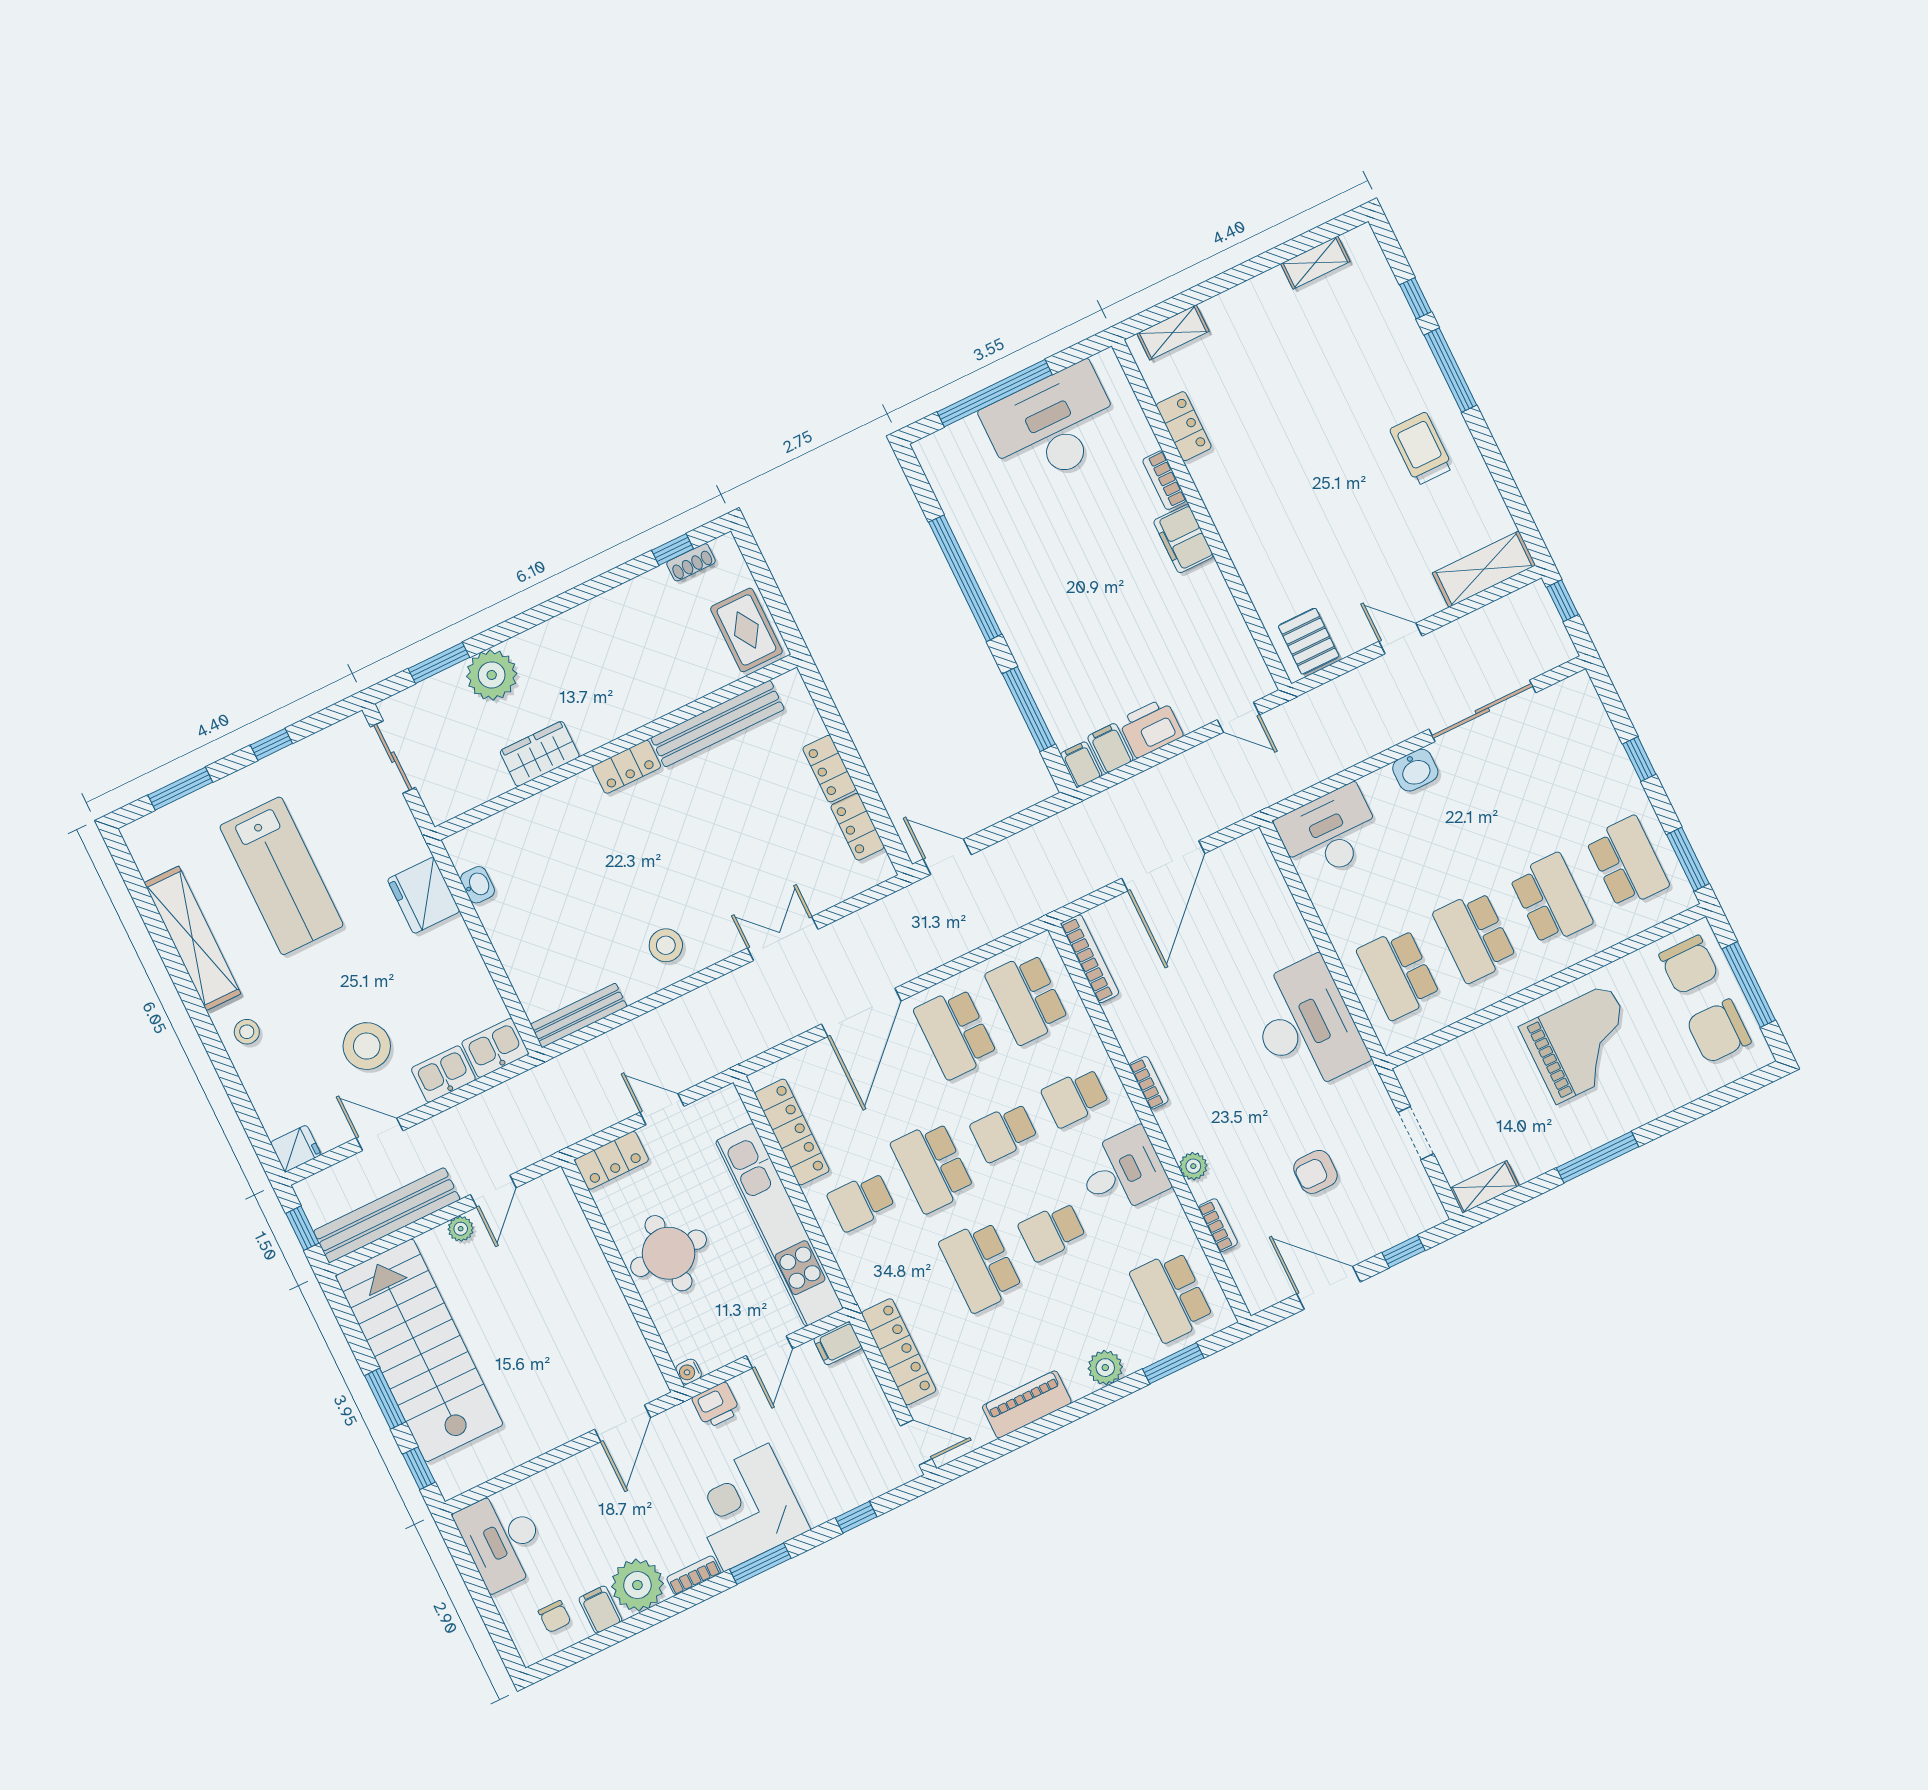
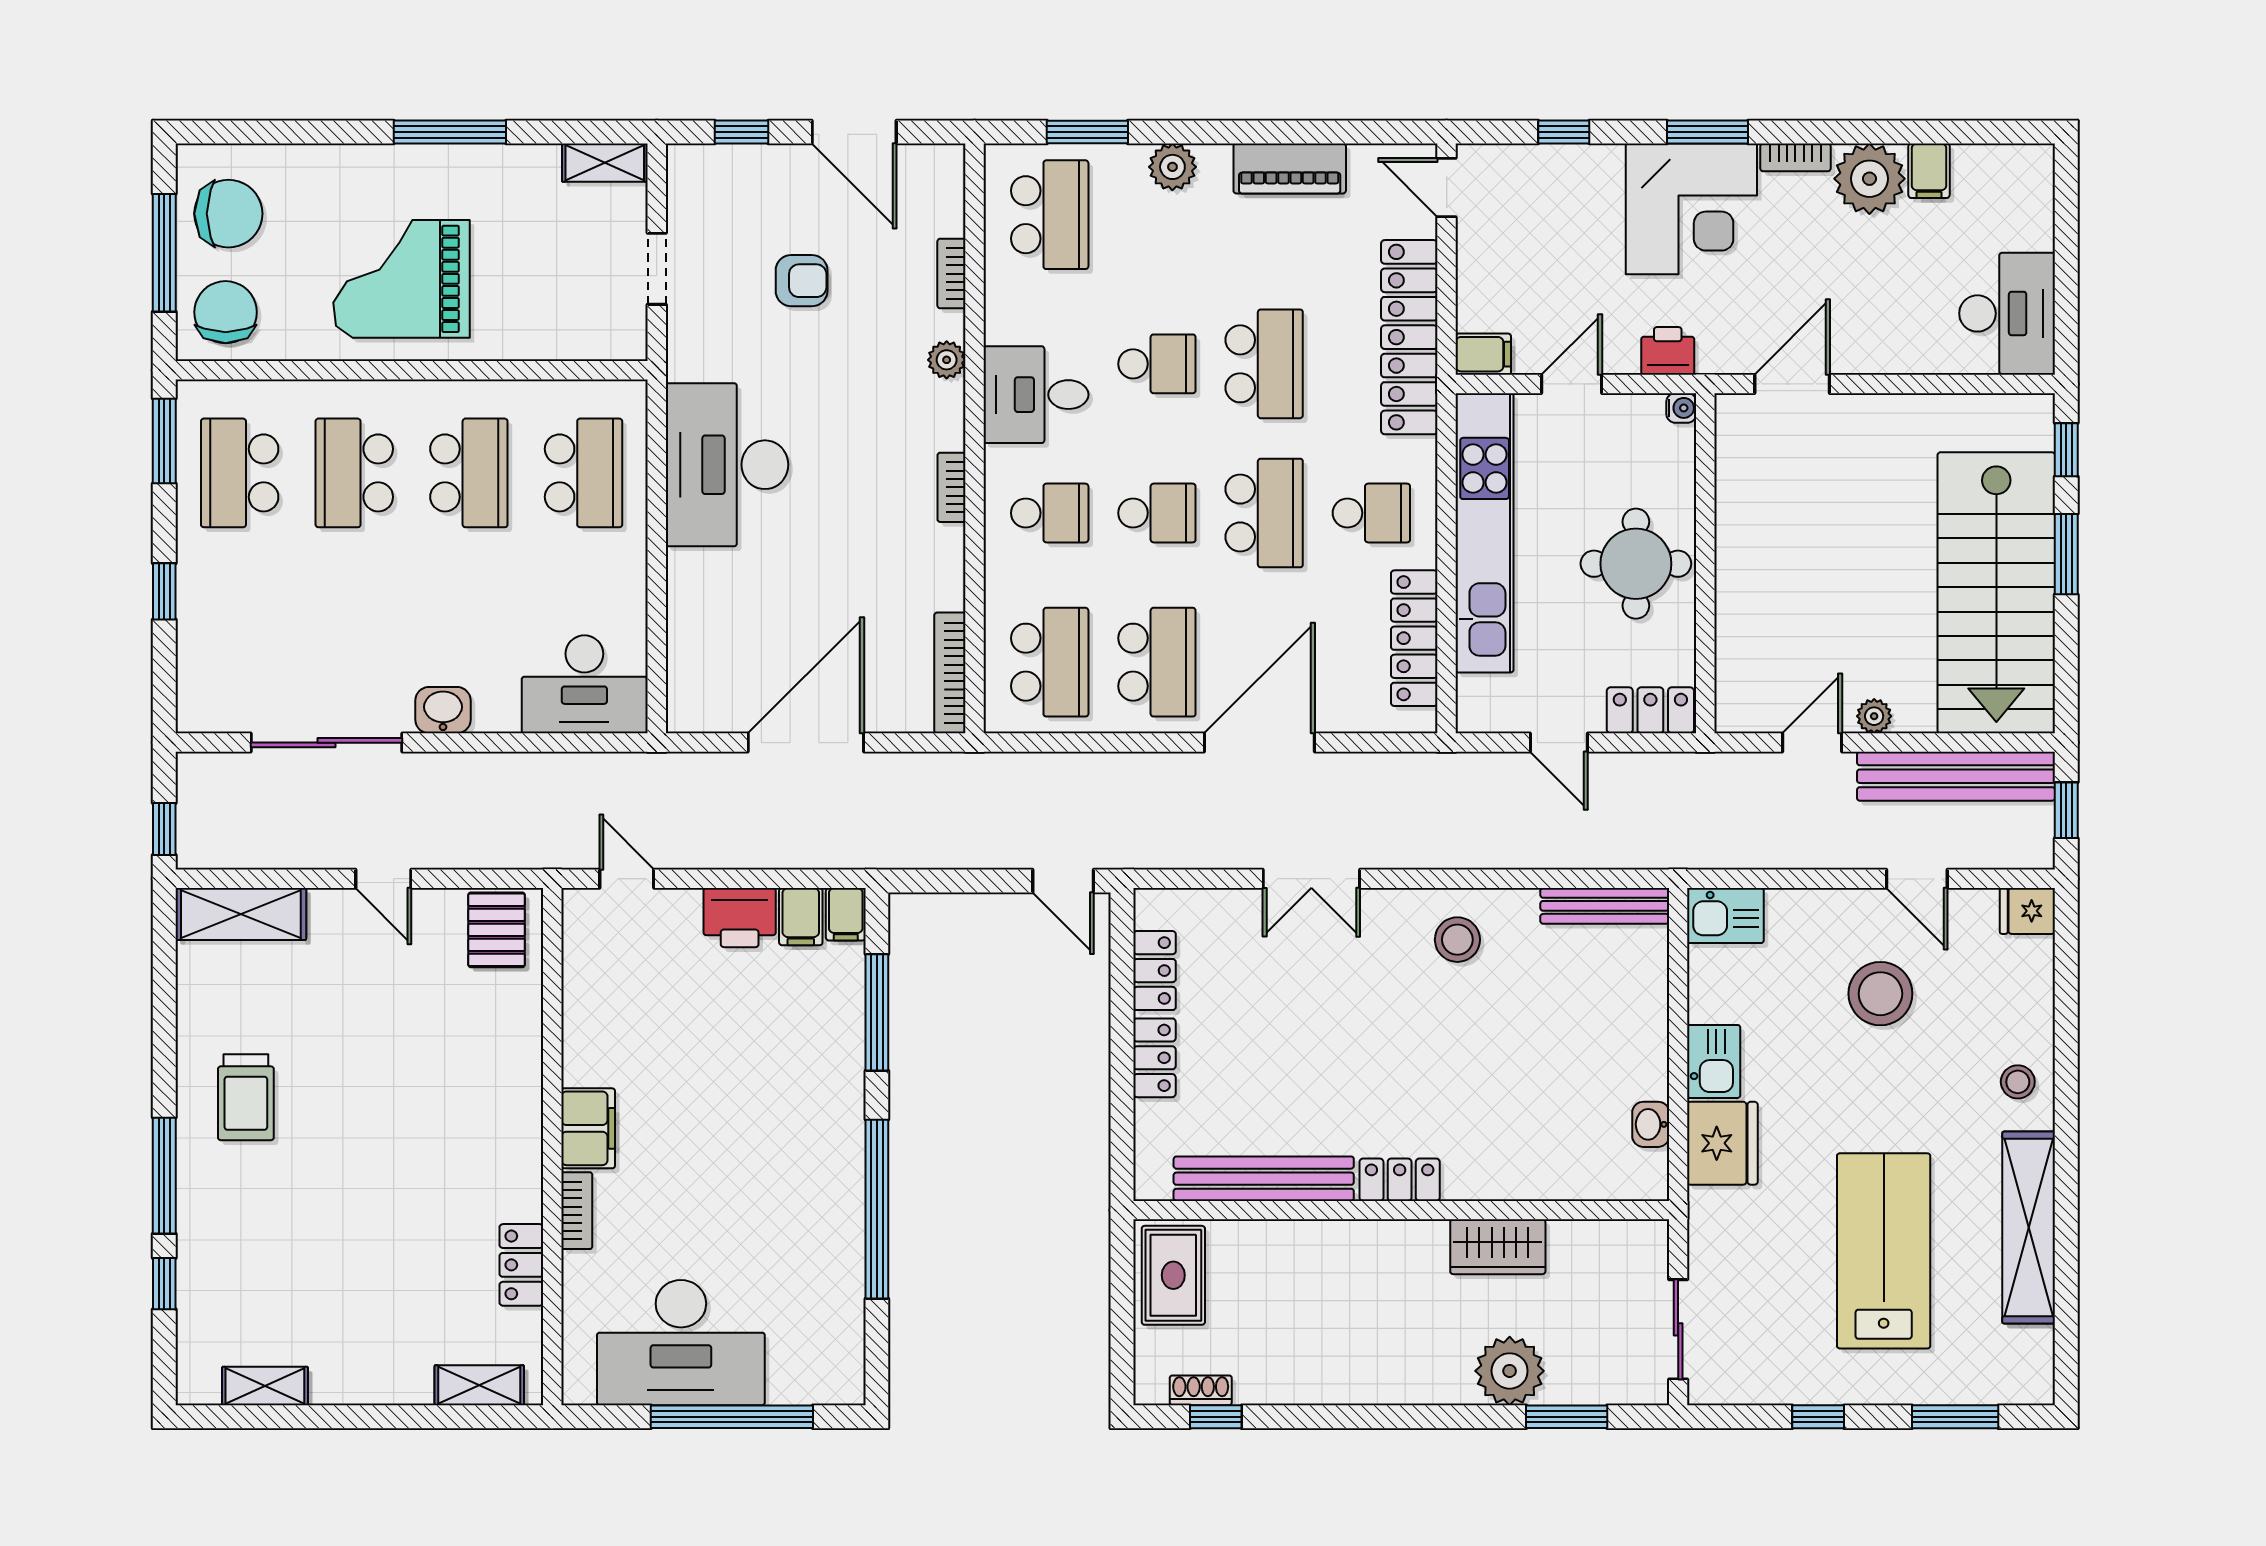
kitchen sink: (443, 1074) -> (1714, 1061), moved, turned -90
locker: (899, 1352) -> (1409, 337), width x1.41, depth x1.21
chair: (555, 1617) -> (1989, 189), removed

